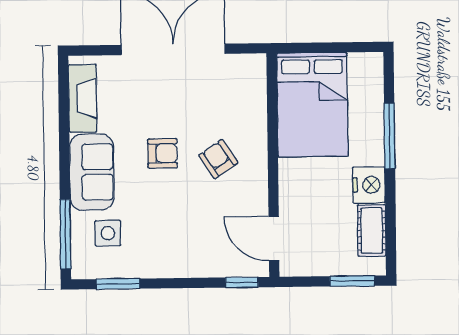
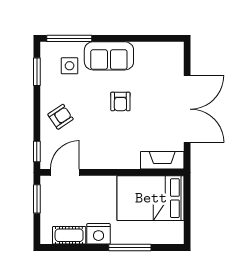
fireplace: (83, 98) -> (162, 160), moved, turned 180
armchair: (218, 159) -> (61, 117), moved
window: (352, 281) -> (37, 199), moved

